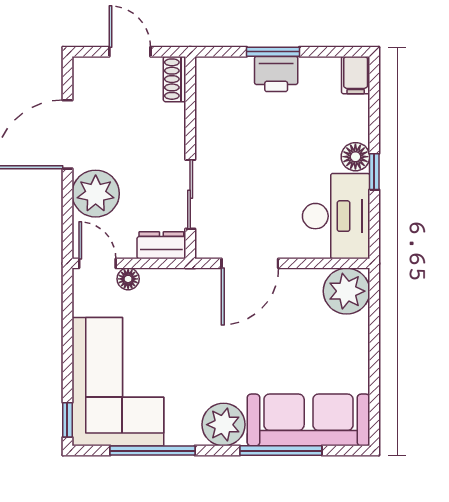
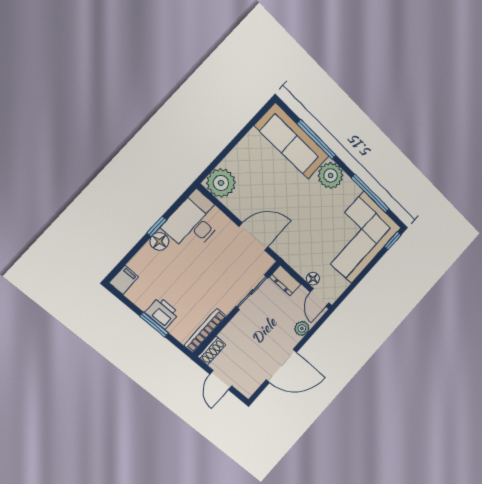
bookcase: (205, 97) -> (205, 331), added
plant: (96, 194) -> (302, 328), width x0.53, depth x0.53

